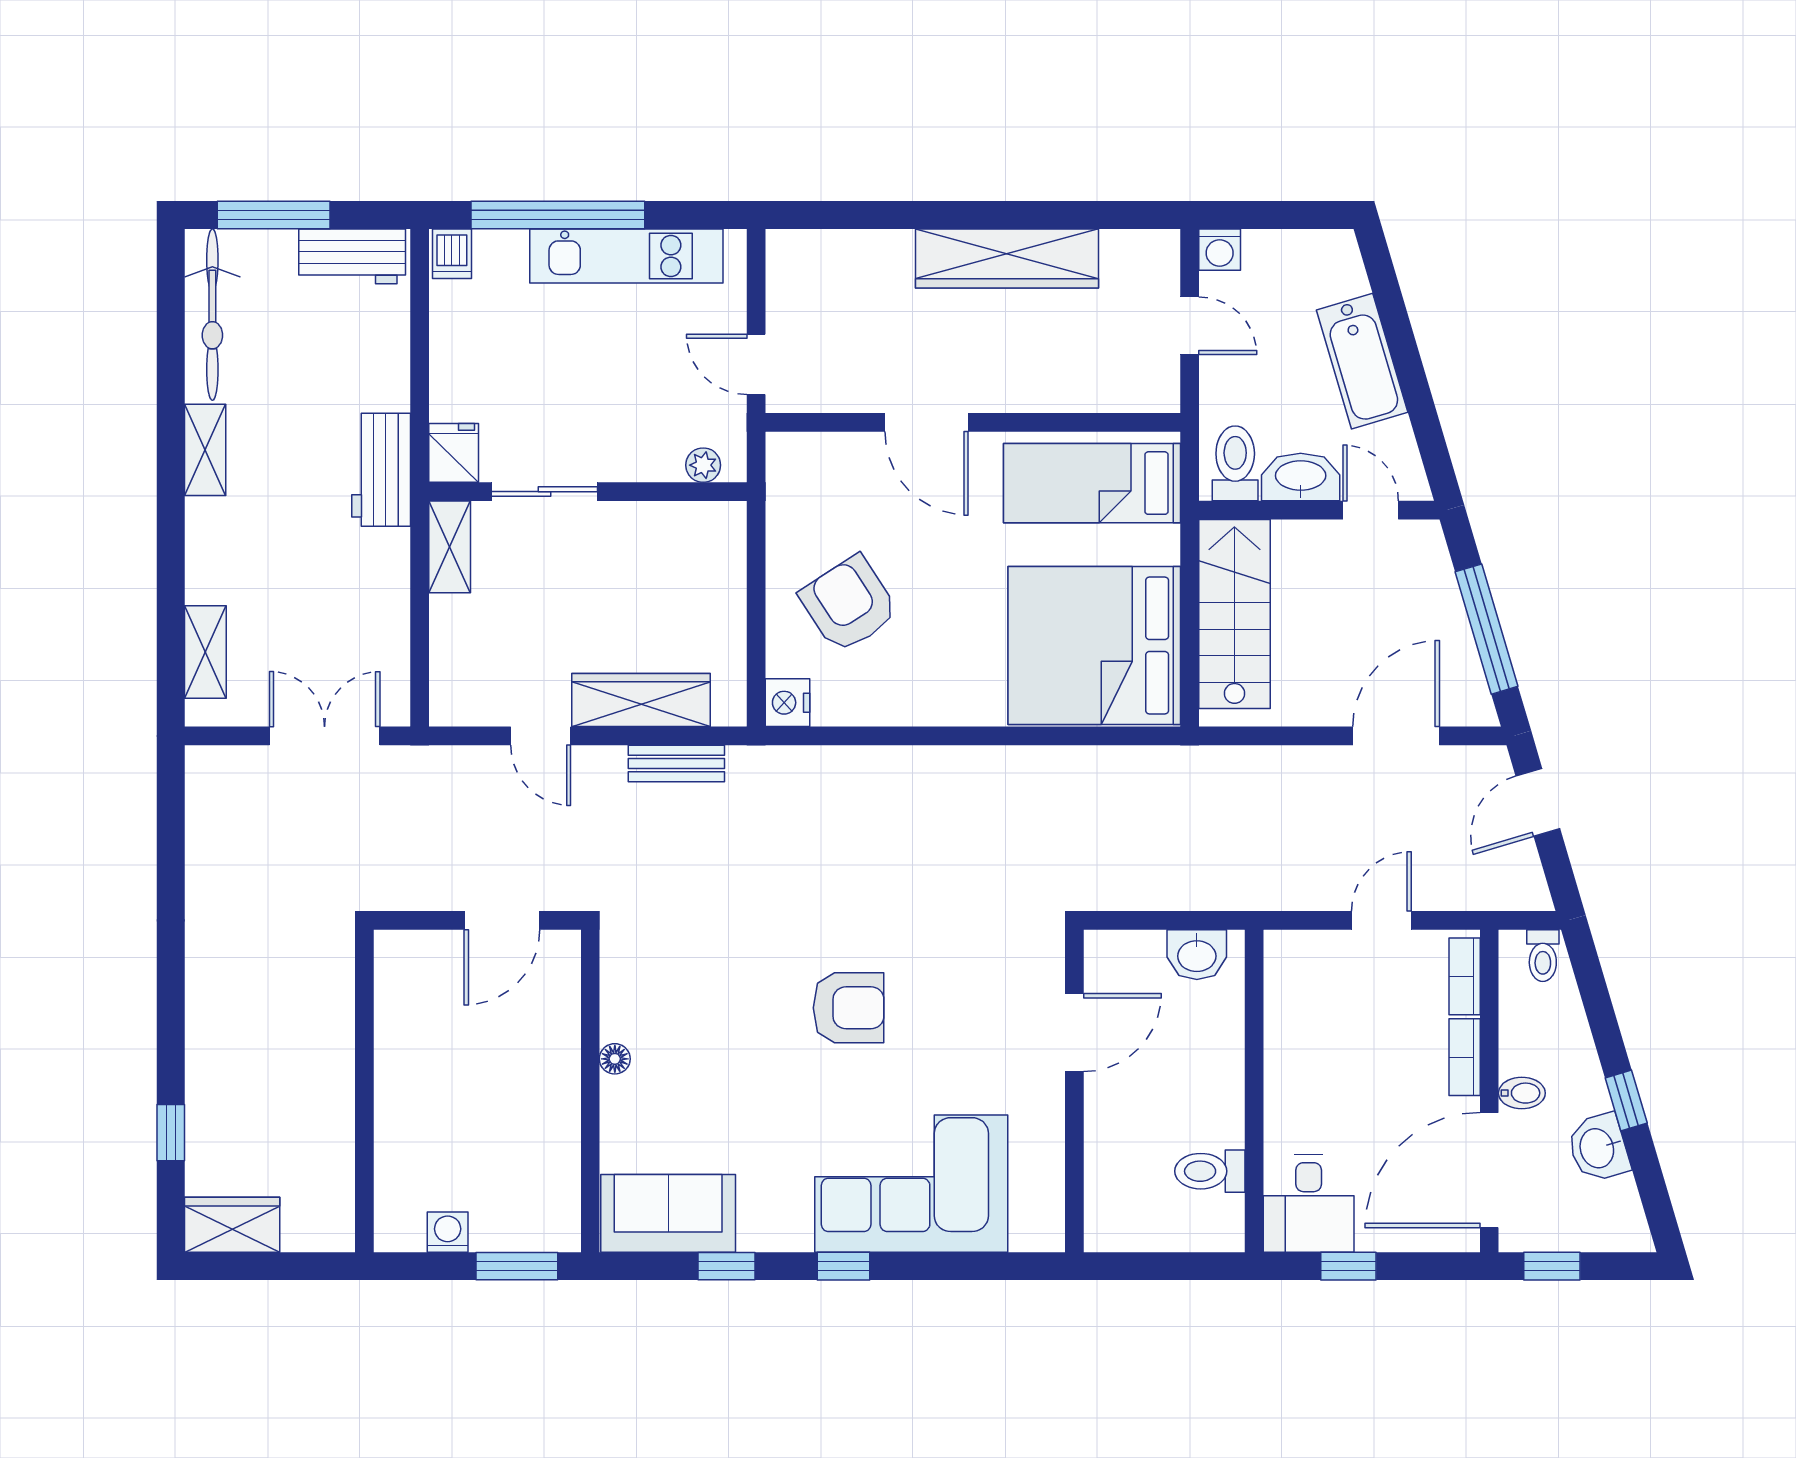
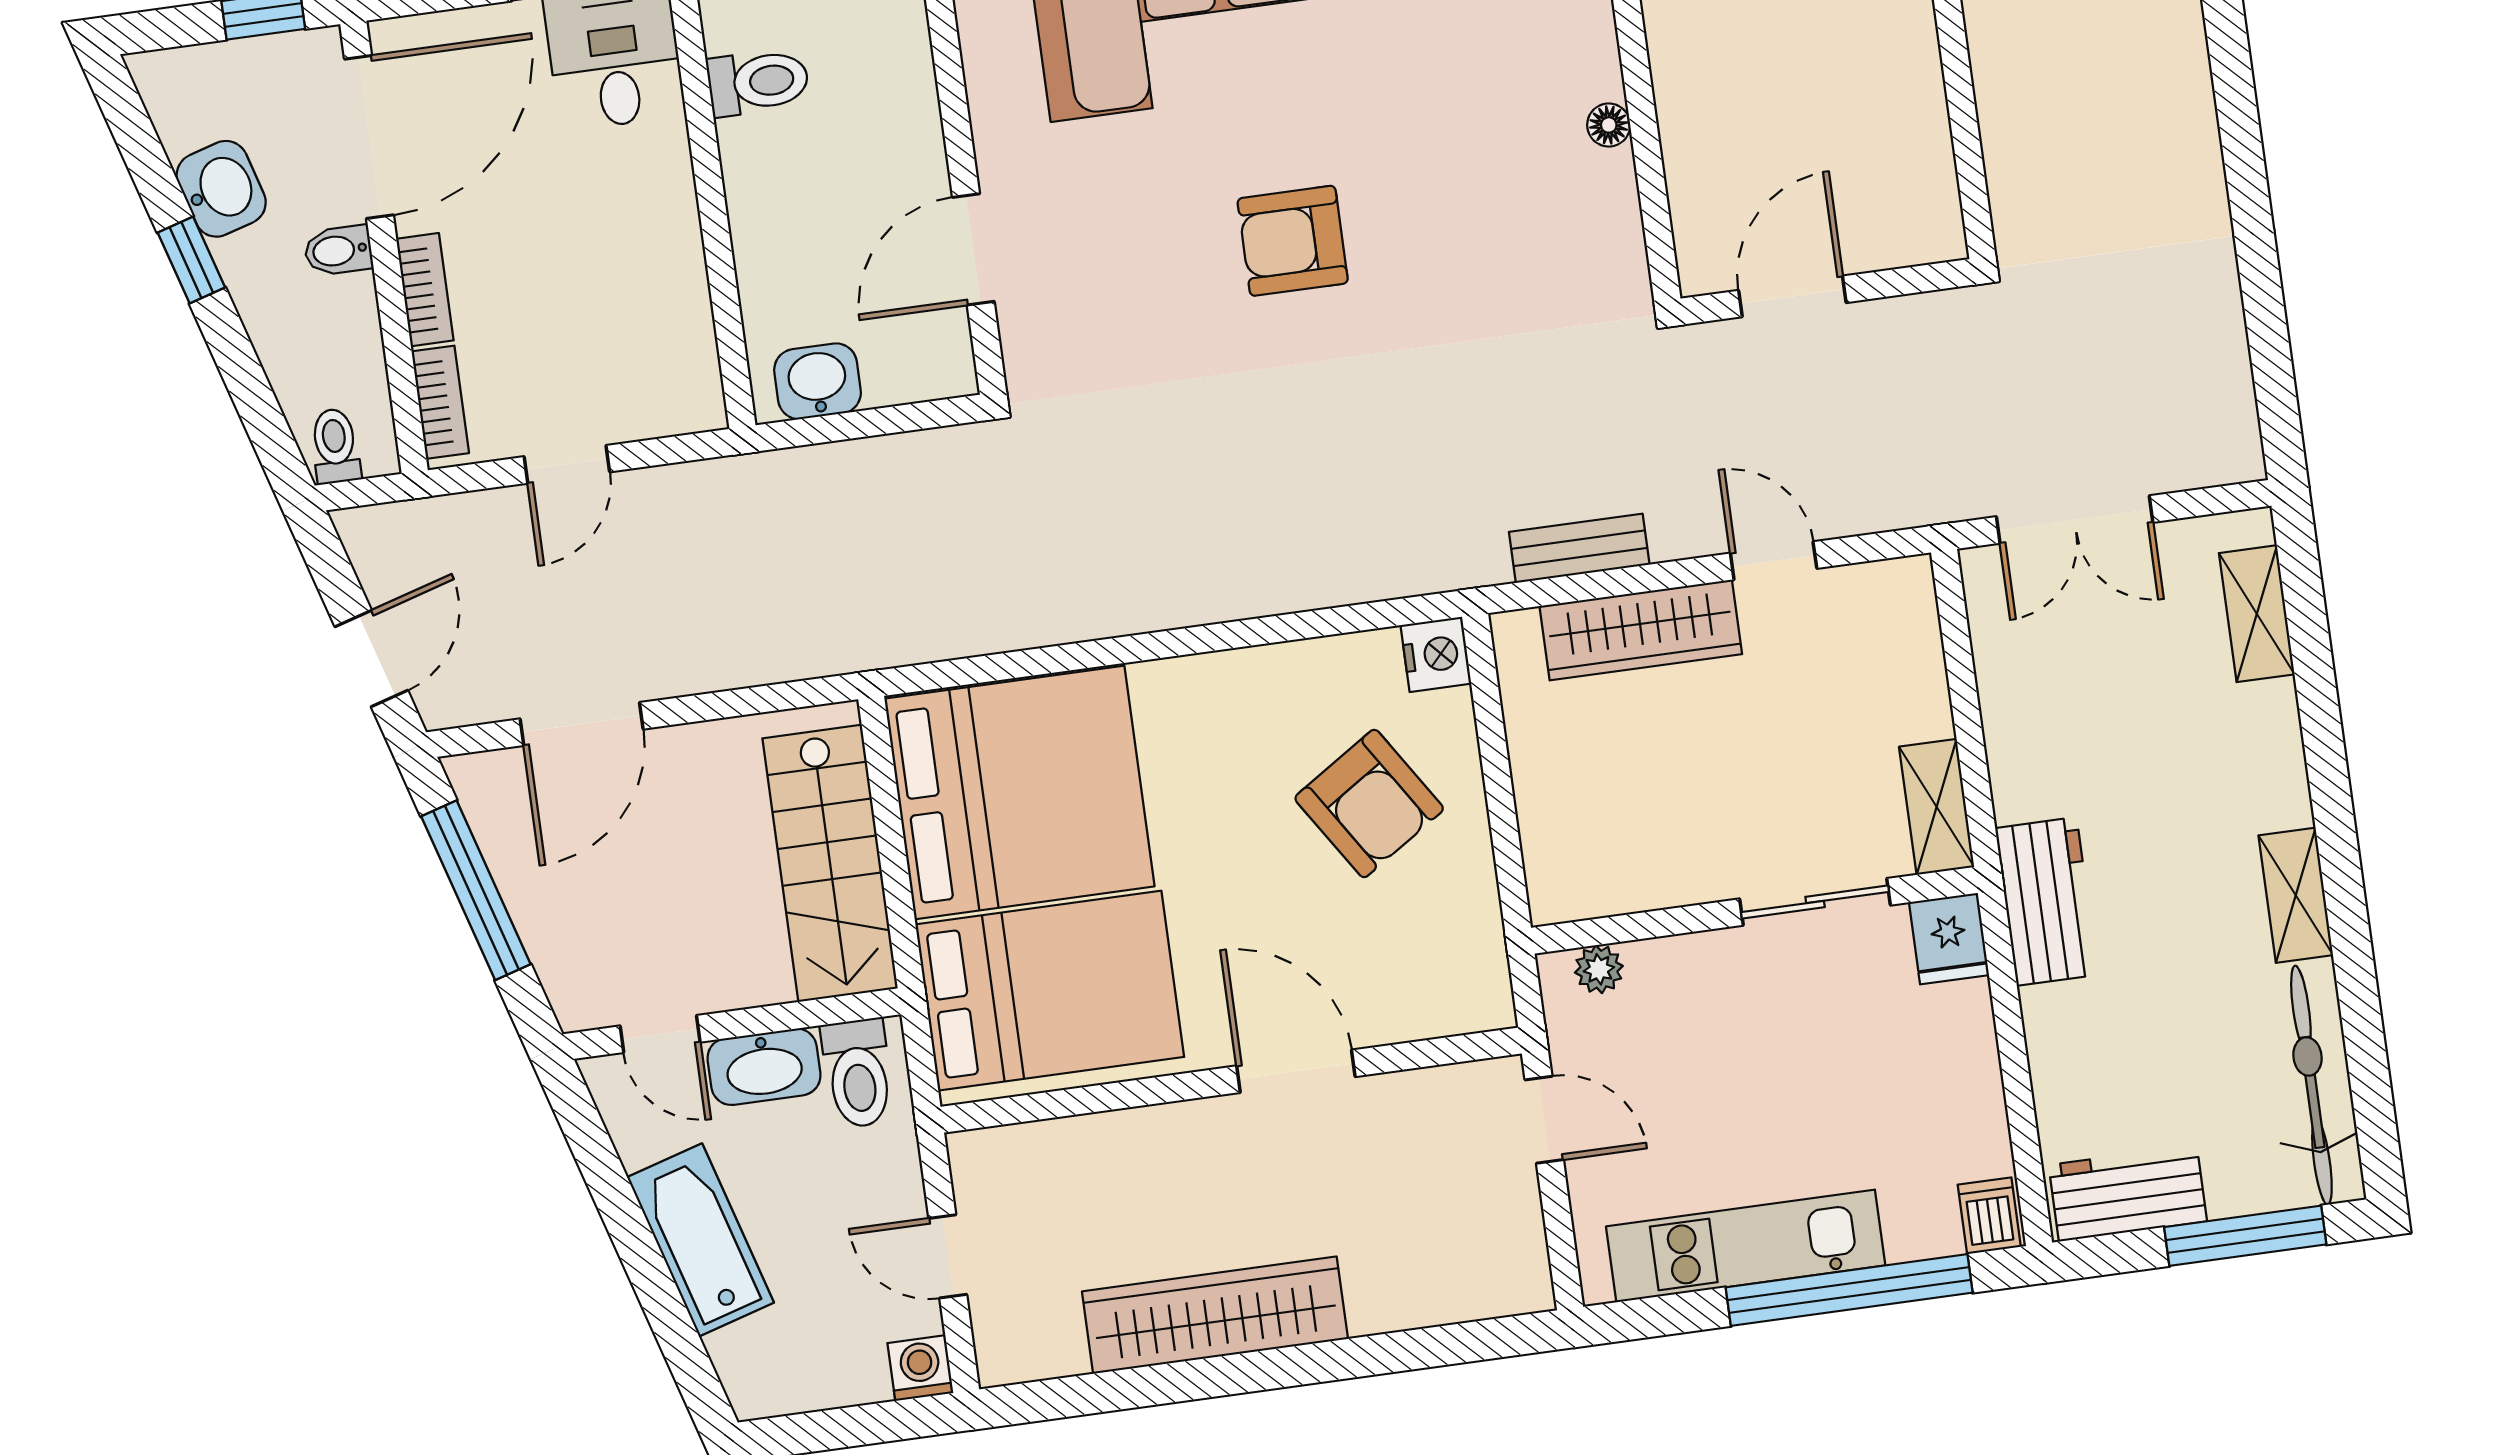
bed: (1092, 483) -> (1050, 991), width x1.50

